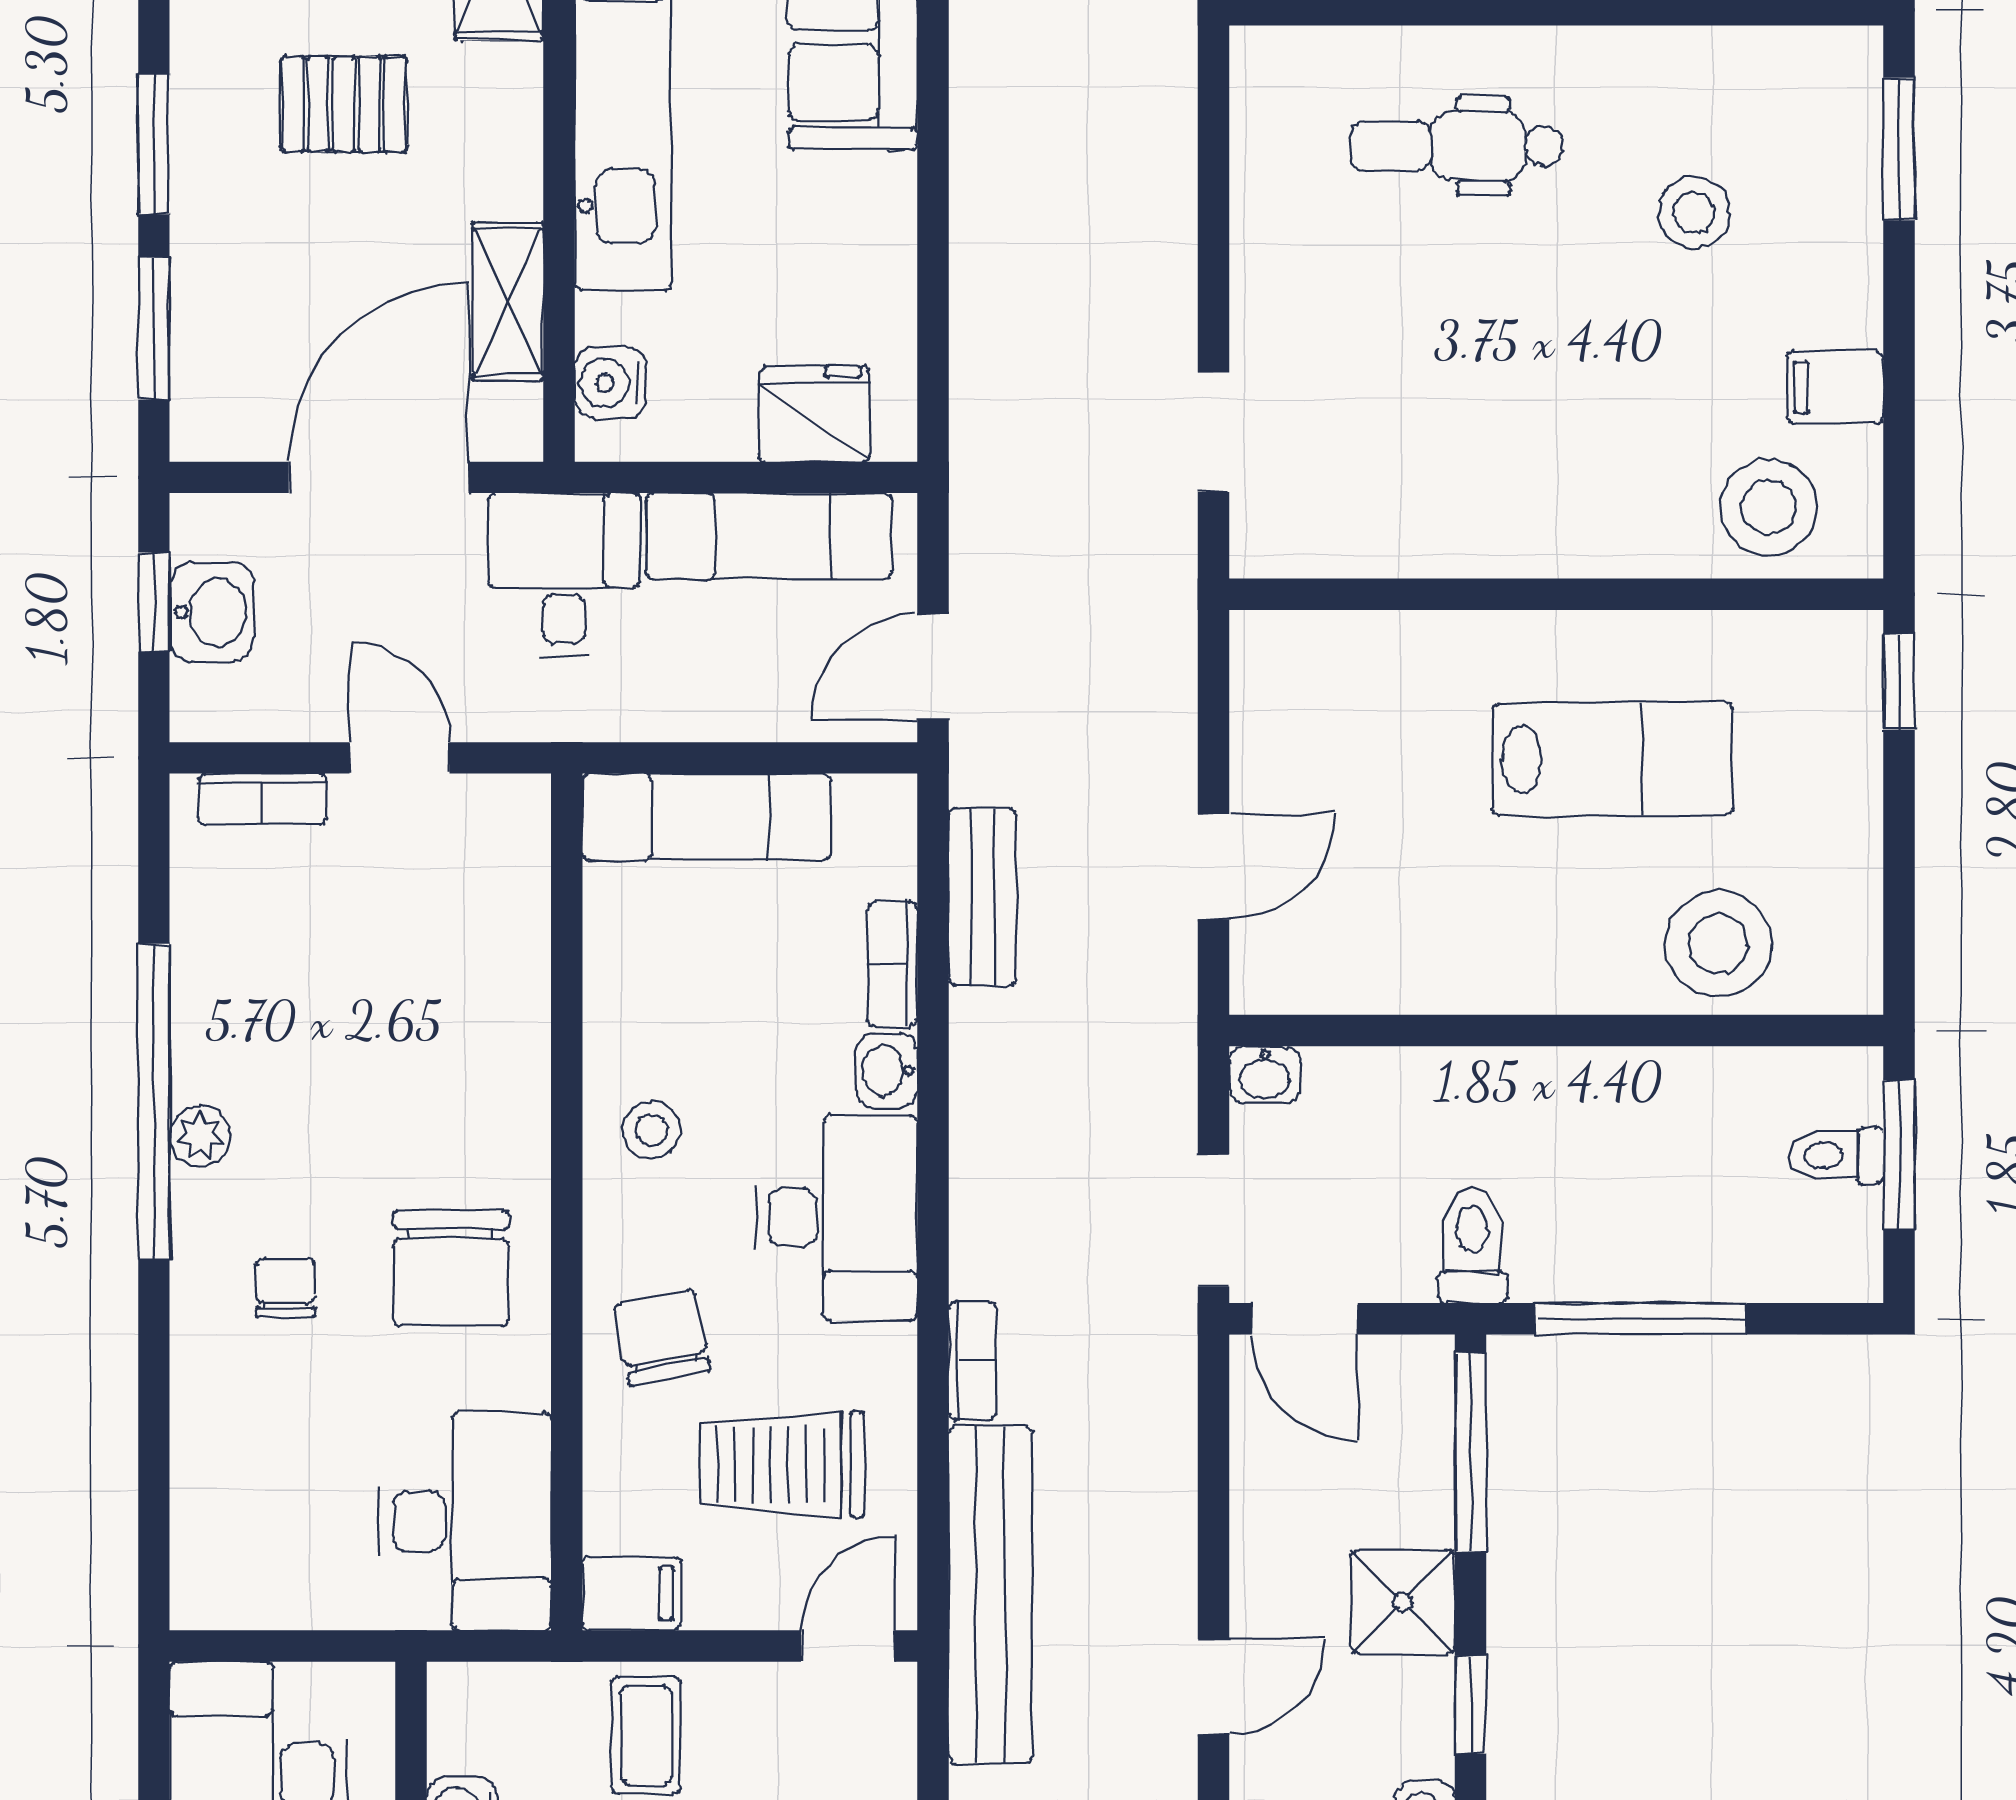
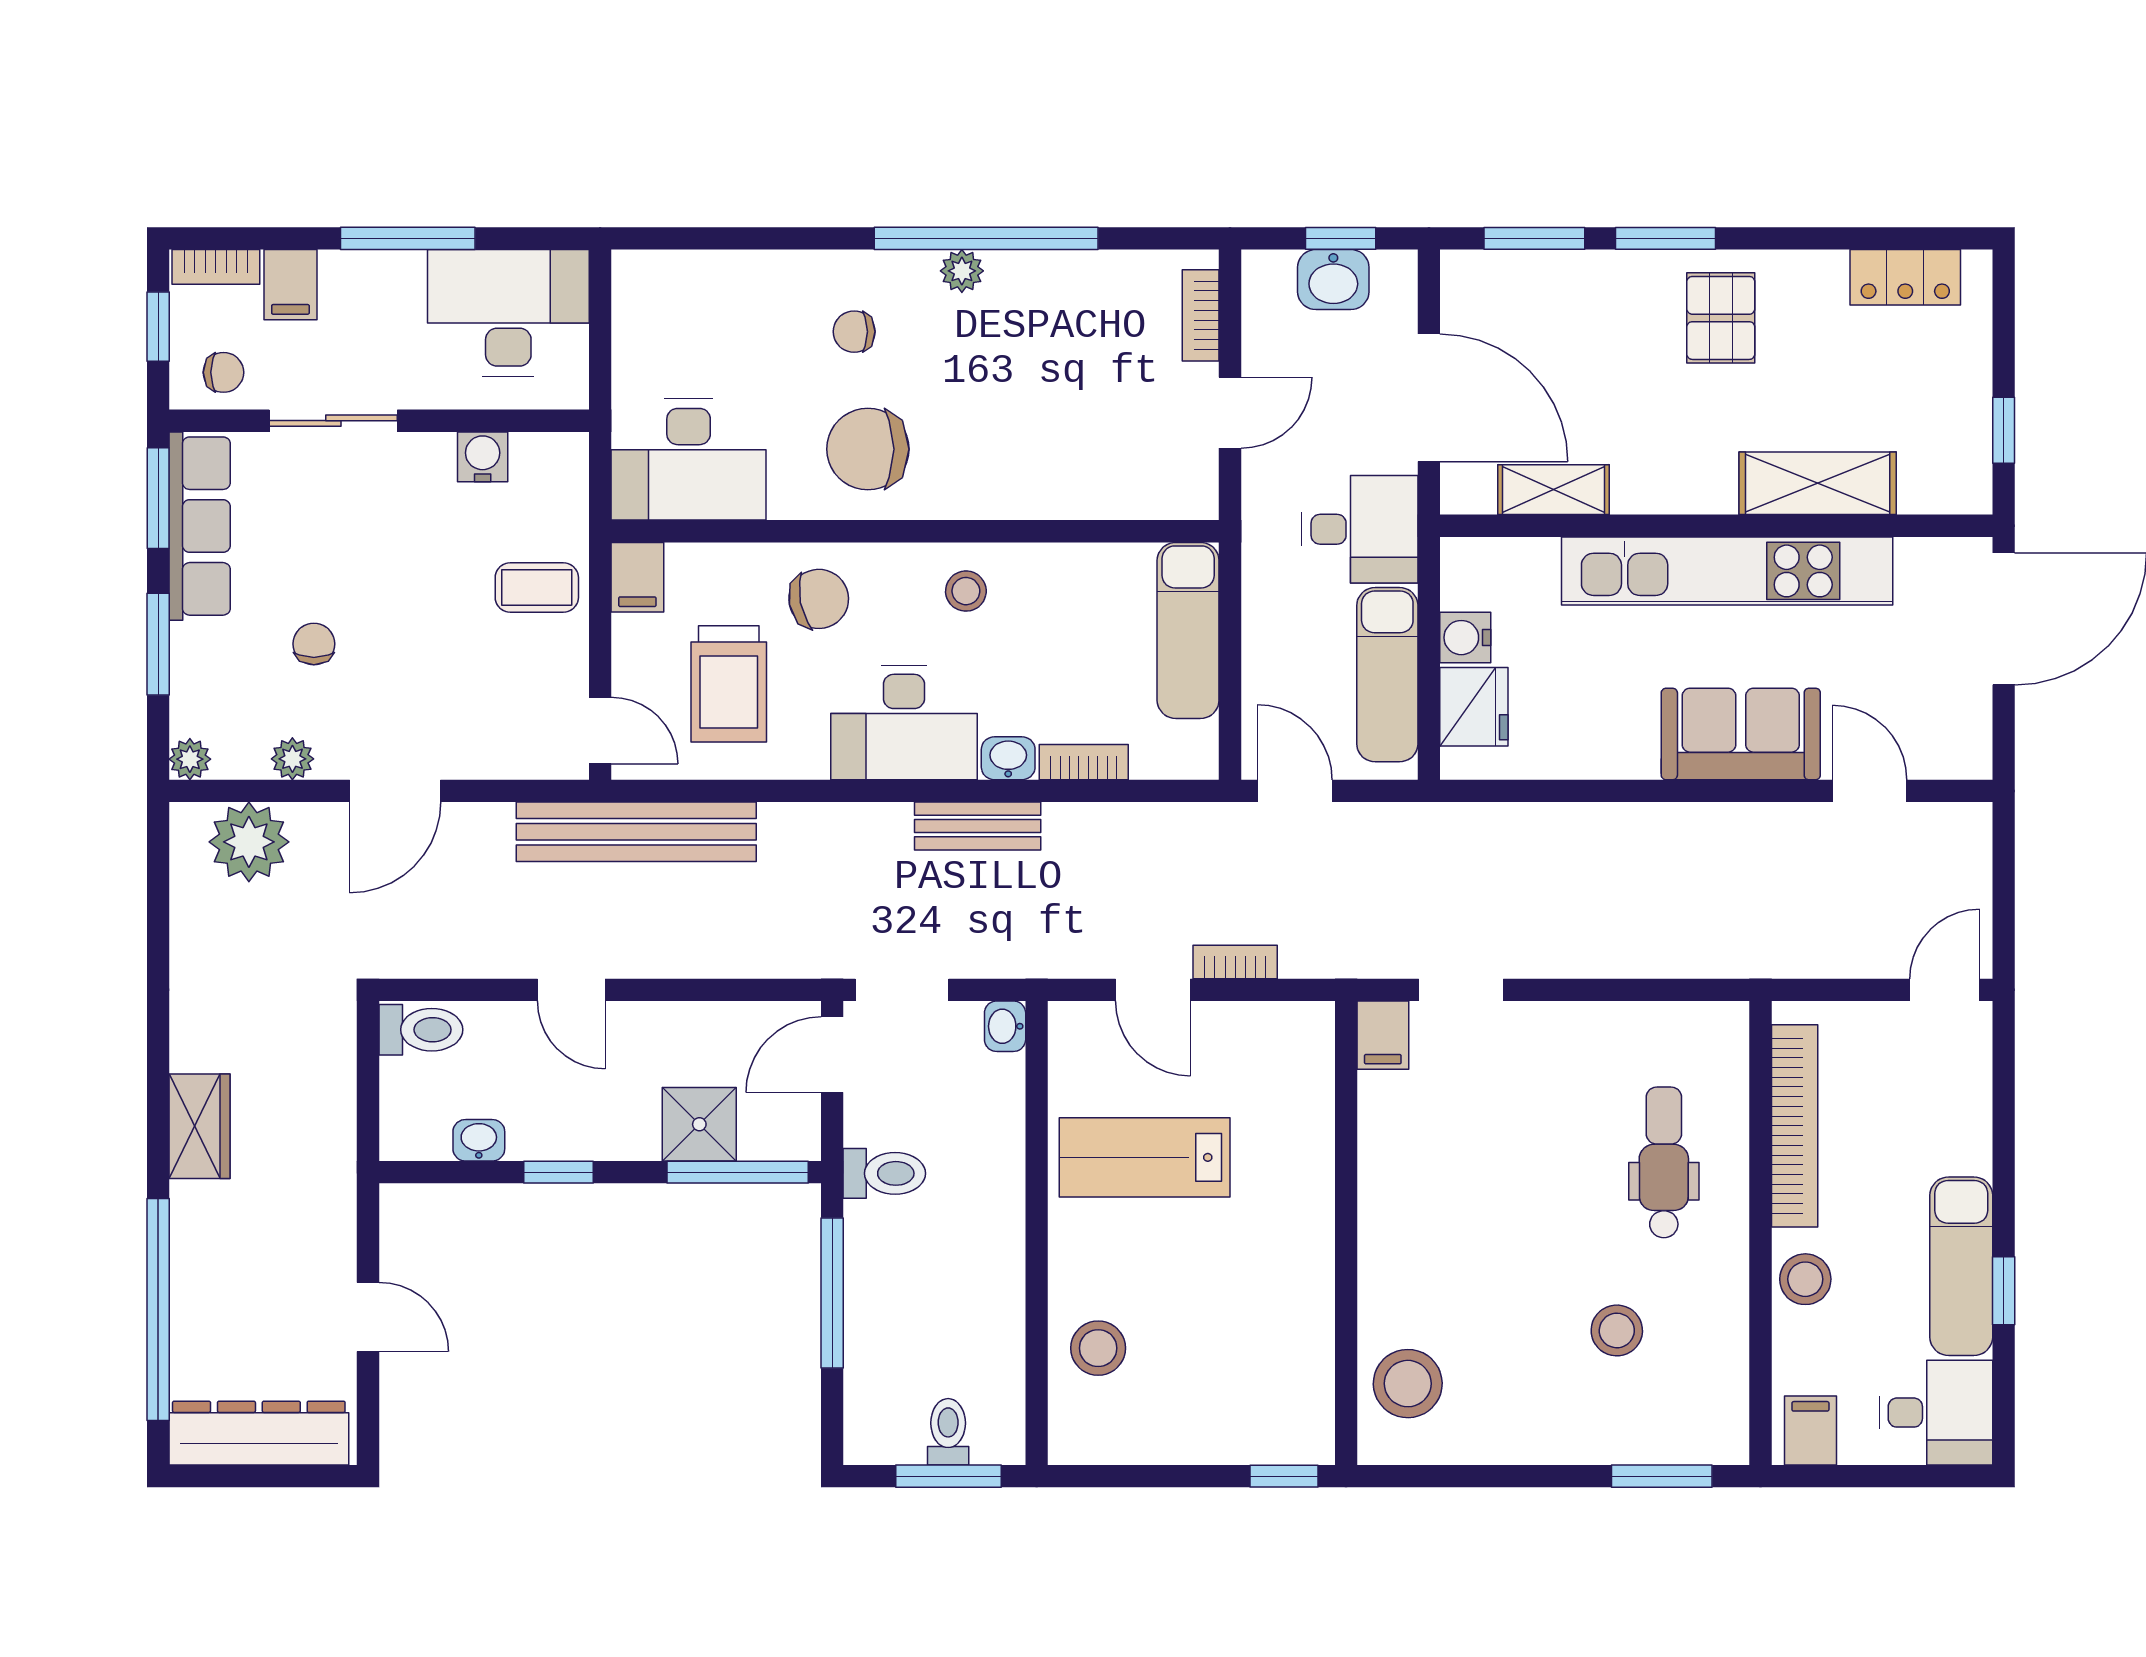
pallet: (344, 104) -> (1721, 318), moved
water cooler: (610, 383) -> (1465, 638), moved, turned -90
filing cabinet: (1835, 387) -> (1383, 1035), moved, turned 180
lab bench: (1613, 759) -> (1145, 1157), moved, turned 90
bench: (982, 897) -> (978, 826), moved
stool: (1719, 944) -> (1098, 1348), width x0.73, depth x0.73
chair: (285, 1288) -> (854, 332), turned 180
bookcase: (972, 1361) -> (1235, 962), moved, turned 180
trolley: (782, 1465) -> (729, 684), turned 180
shower: (1403, 1602) -> (699, 1124), moved

